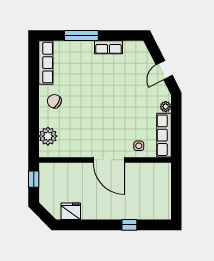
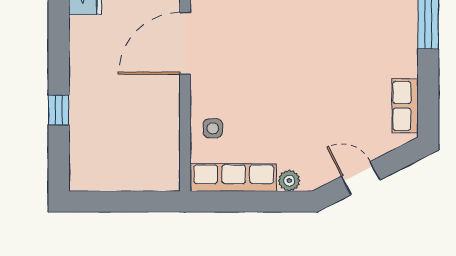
row of seats: (109, 47) -> (405, 106), moved
door: (109, 160) -> (185, 43), moved

